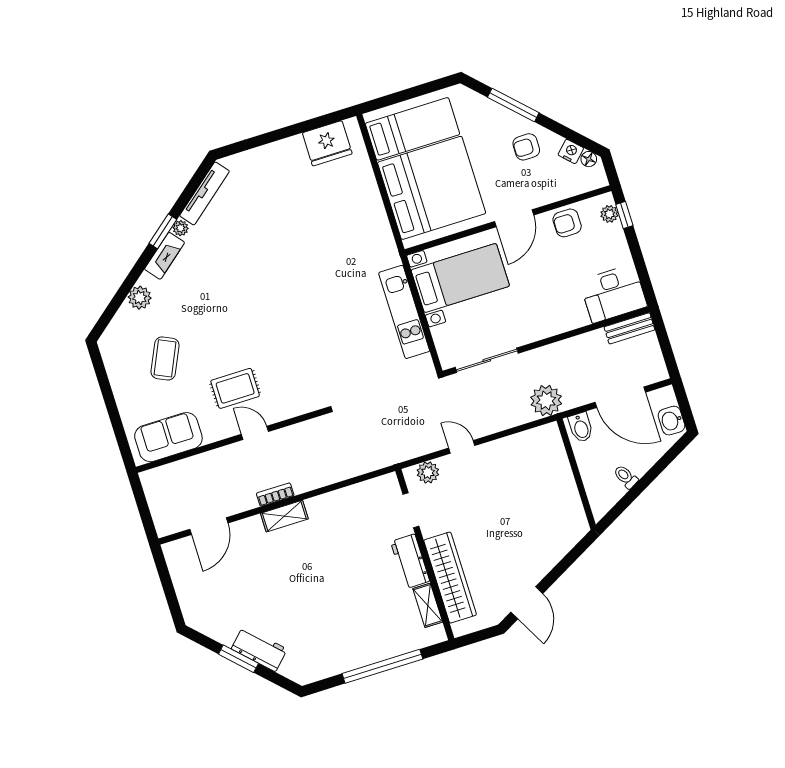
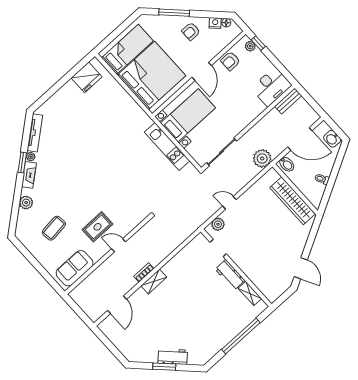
coffee table: (165, 358) -> (54, 228), turned 58
wardrobe: (450, 578) -> (293, 201), moved, turned 180

